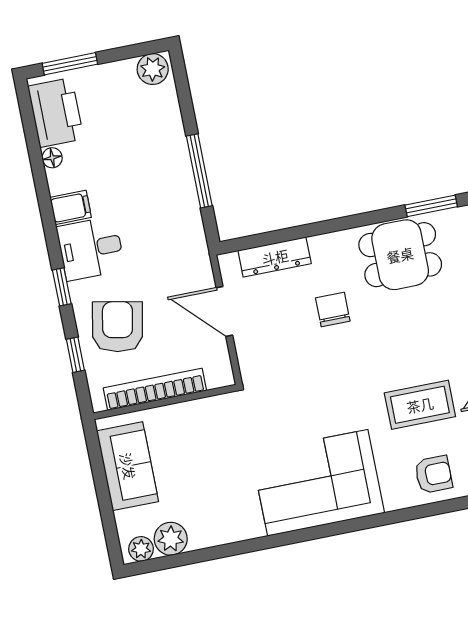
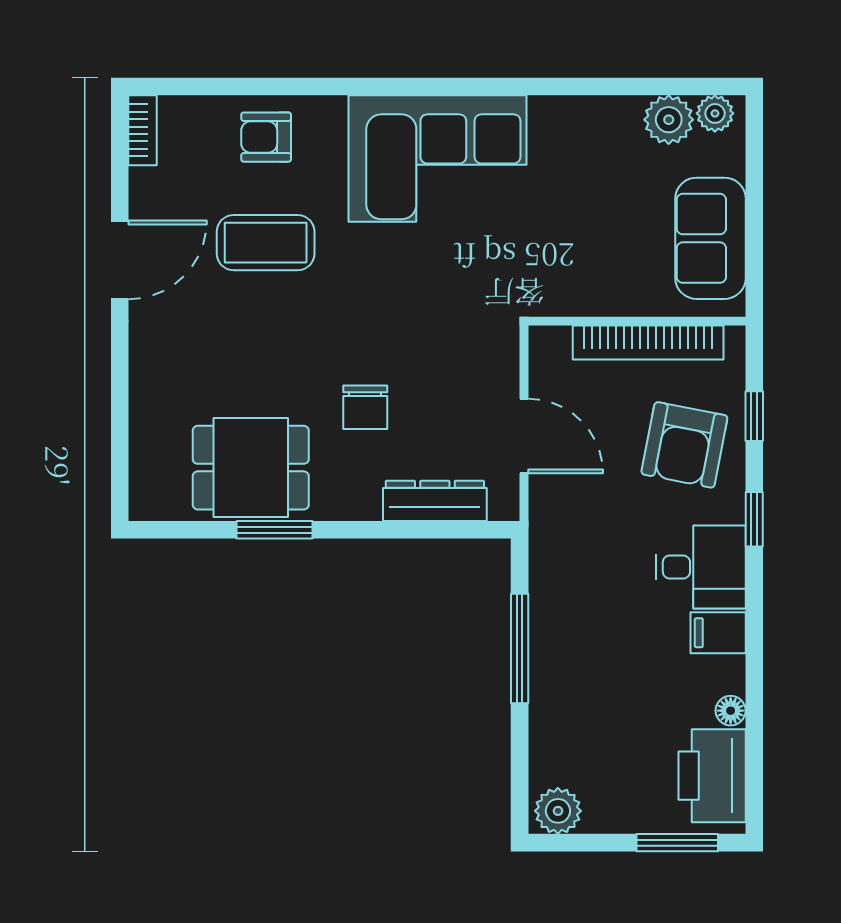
window: (431, 206) -> (275, 530), moved

